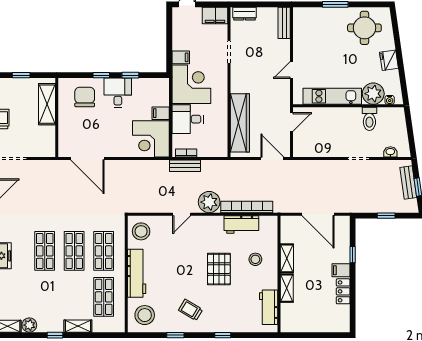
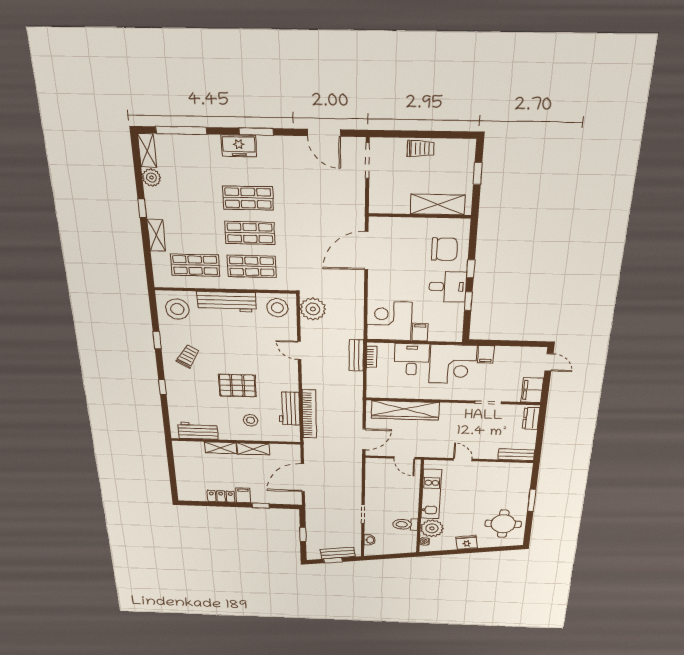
plant: (209, 202) -> (313, 309), moved

